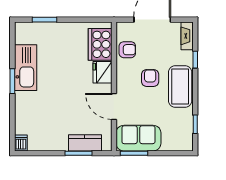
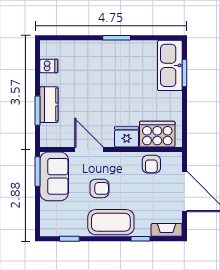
kitchen sink: (26, 68) -> (170, 65), moved, turned 90
armchair: (150, 78) -> (99, 188), moved
door: (114, 106) -> (89, 149), hinge flipped
dishwasher: (21, 143) -> (49, 66), moved
kitchen counter: (85, 143) -> (49, 105), moved

